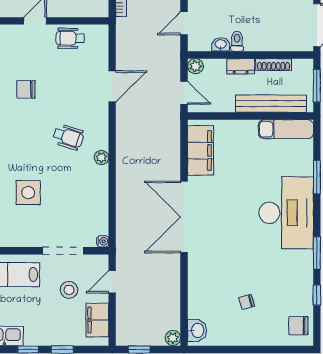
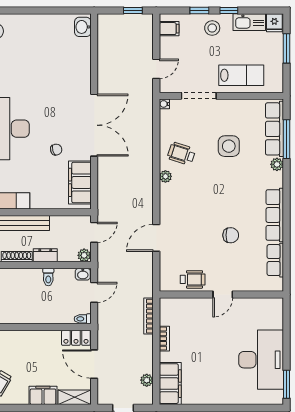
washbasin: (221, 44) -> (83, 274), moved
door: (184, 93) -> (94, 232), swing flipped
wheelchair: (68, 137) -> (181, 154), moved
stool: (69, 290) -> (212, 28), moved
chair: (247, 302) -> (56, 150), moved
filing cabinet: (97, 320) -> (169, 29), width x0.50
plant: (173, 338) -> (104, 20), removed

